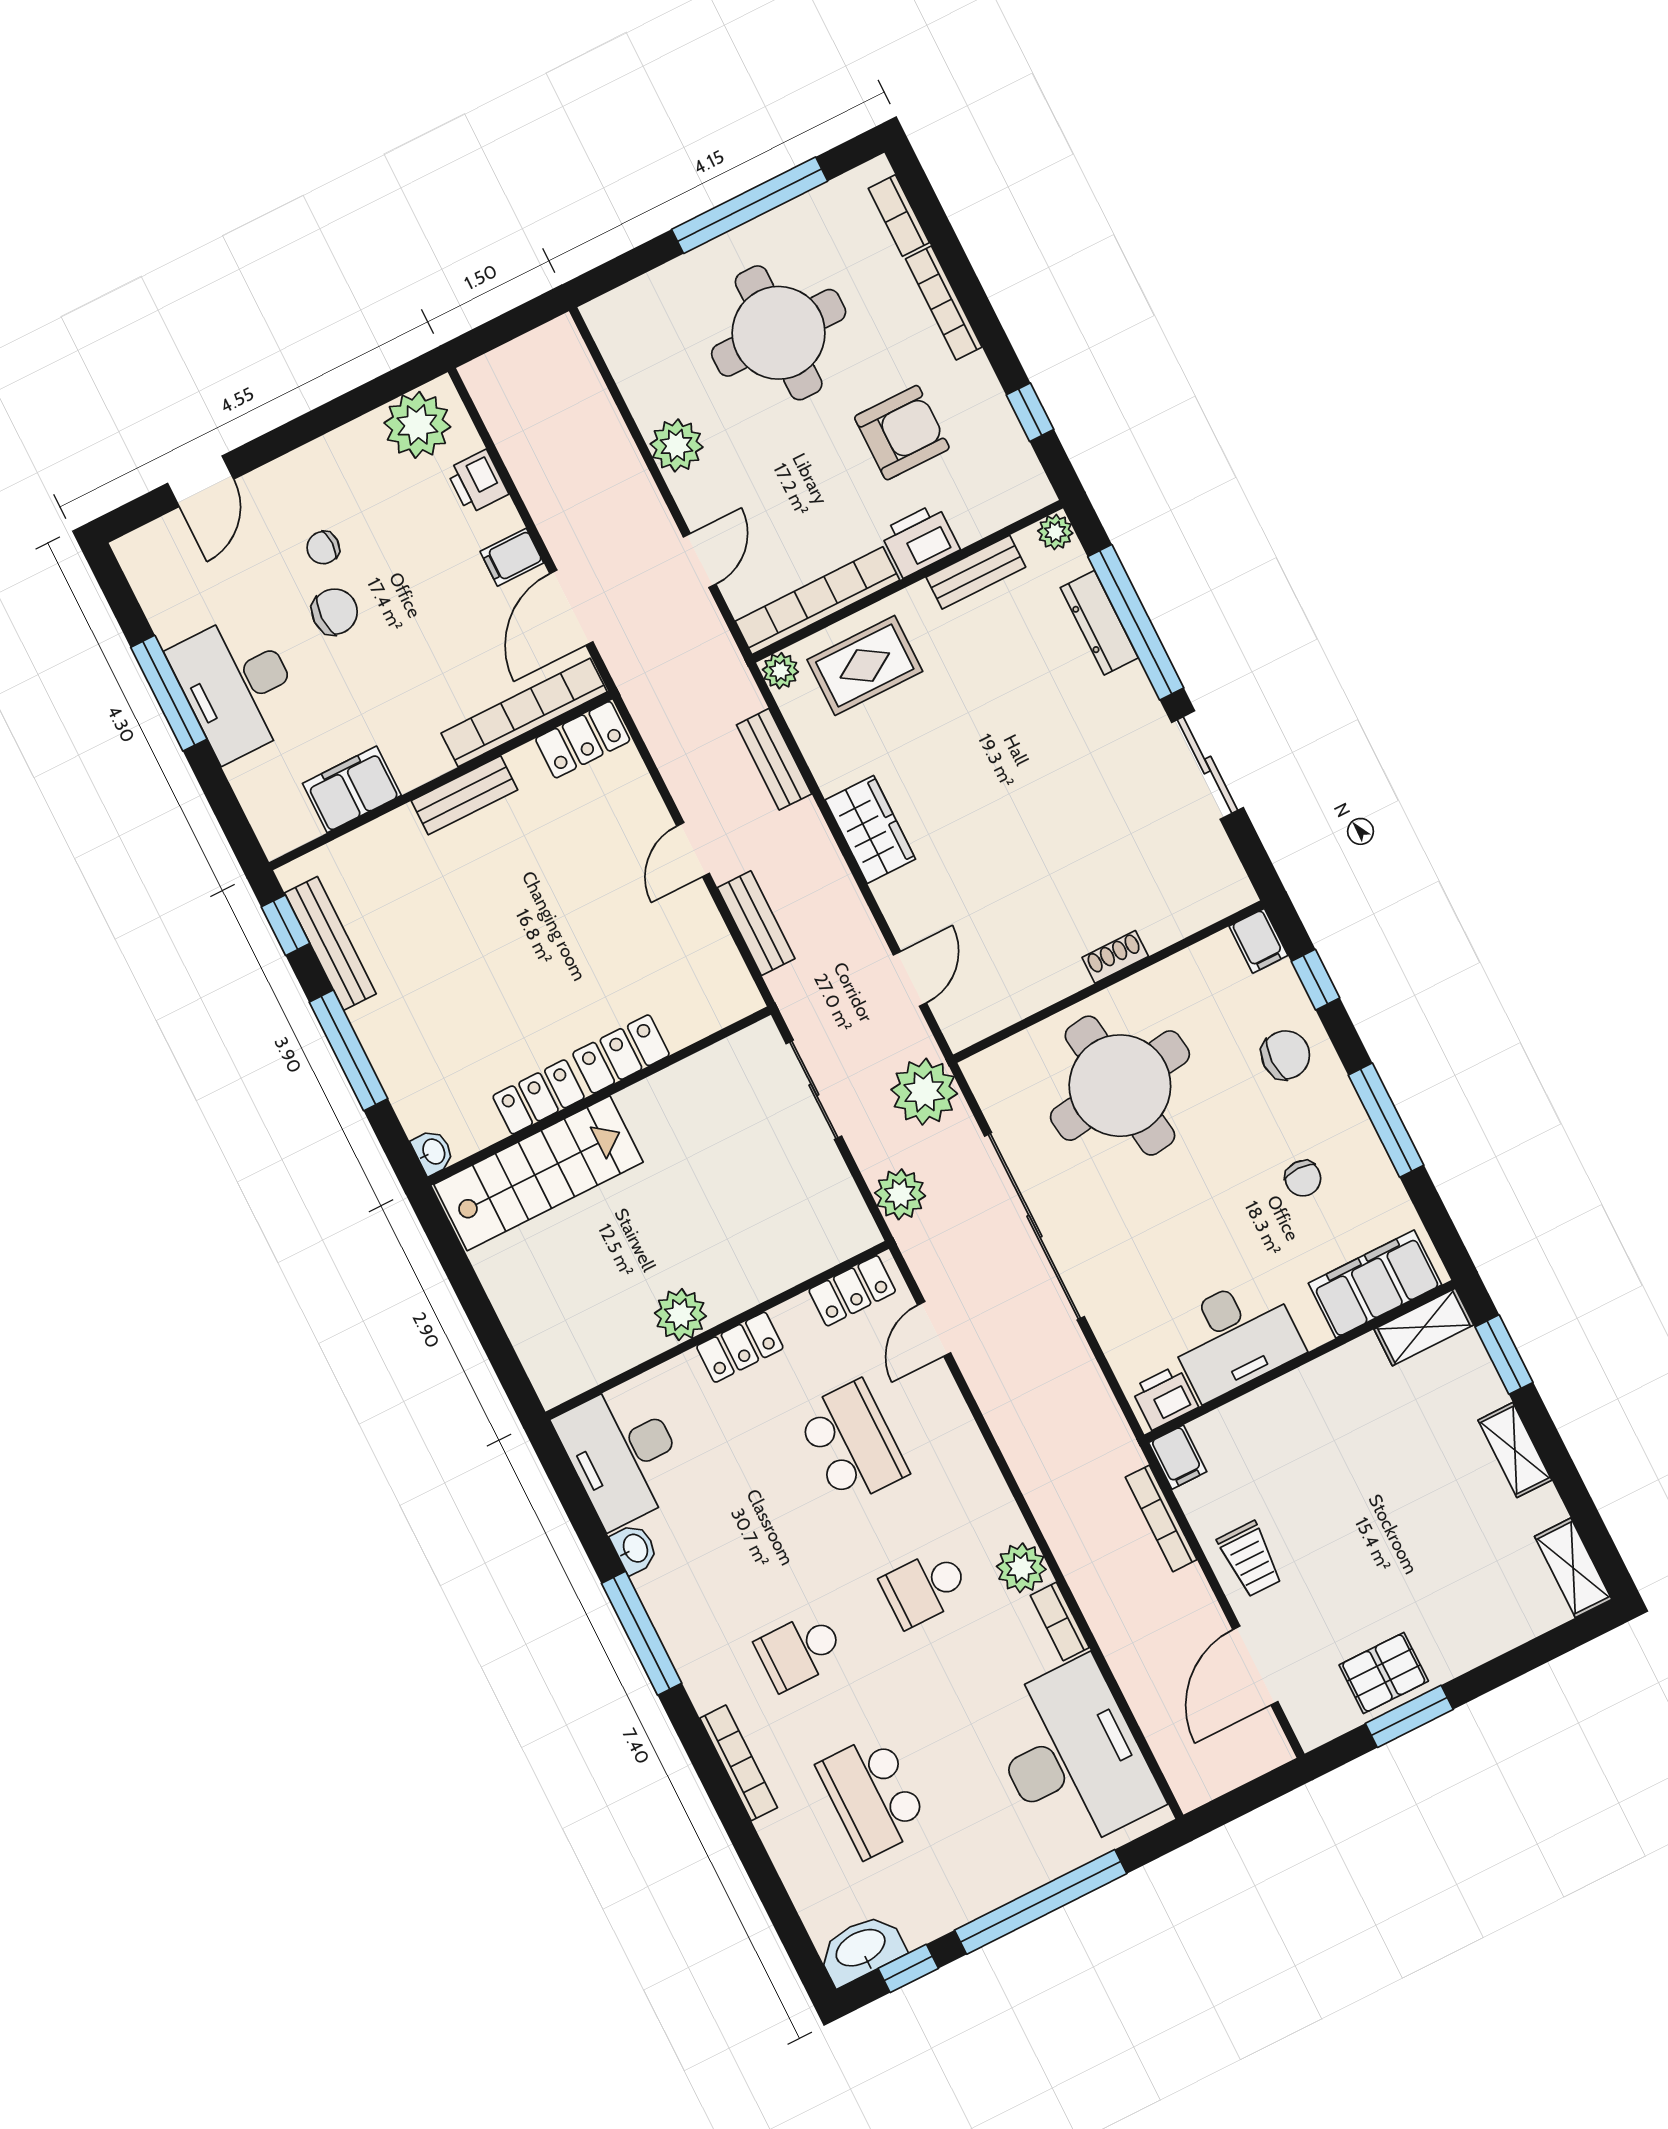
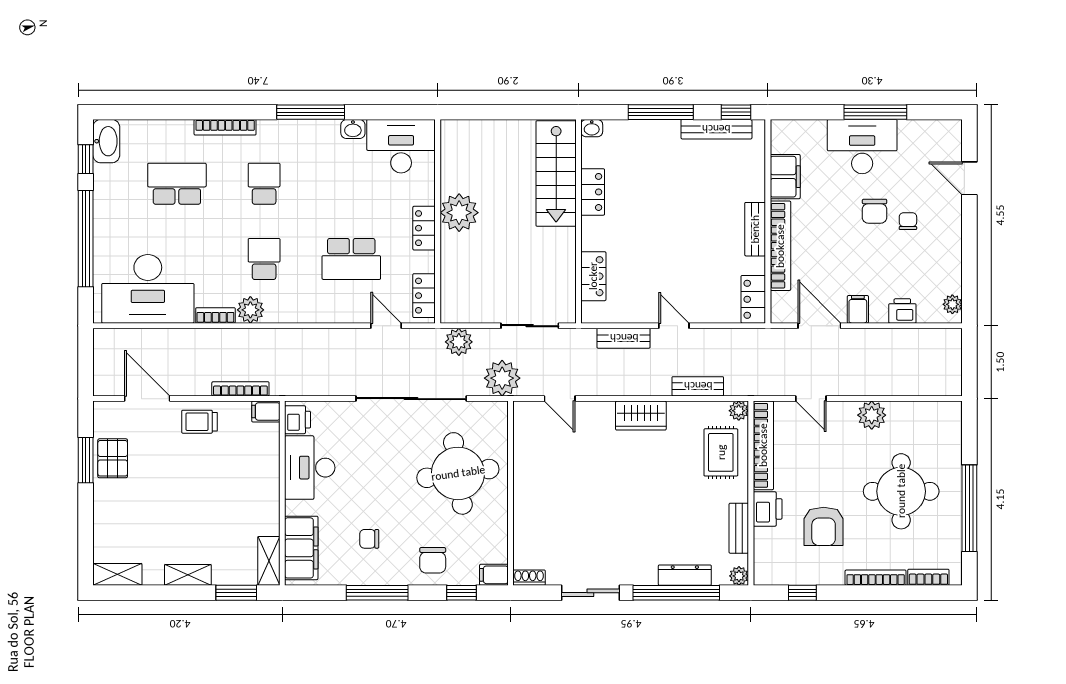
plant: (417, 425) -> (952, 304), width x0.53, depth x0.53
bookcase: (524, 713) -> (780, 246), moved
shoe rack: (1115, 957) -> (529, 578), moved, turned -90
locker: (621, 1054) -> (593, 276), moved
plant: (680, 1315) -> (459, 213), width x1.36, depth x1.36

